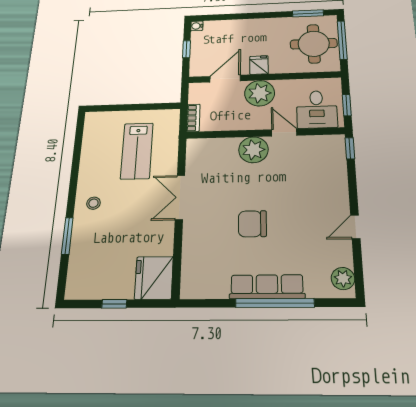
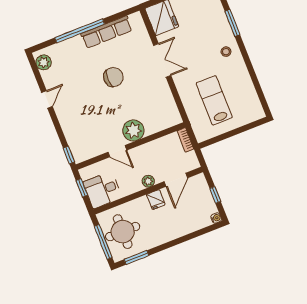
plant: (260, 93) -> (148, 181), width x0.53, depth x0.53
desk: (317, 109) -> (103, 190), moved, turned -90
double door: (180, 197) -> (162, 60), moved
row of seats: (267, 287) -> (107, 32), moved

